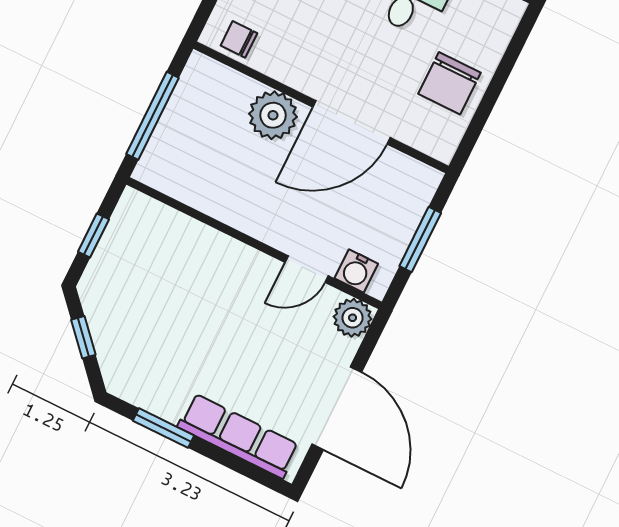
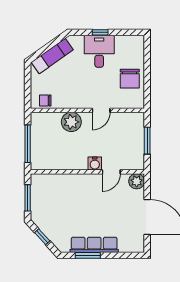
door: (351, 122) -> (101, 110), width x0.53
window: (93, 235) -> (28, 198), width x1.50
water cooler: (356, 271) -> (95, 164), moved
row of seats: (238, 436) -> (94, 245), moved

